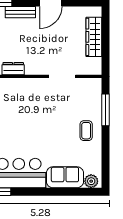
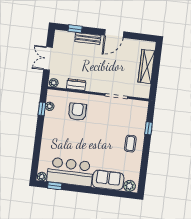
armchair: (19, 101) -> (77, 112), added
window: (105, 110) -> (149, 128), width x0.46

